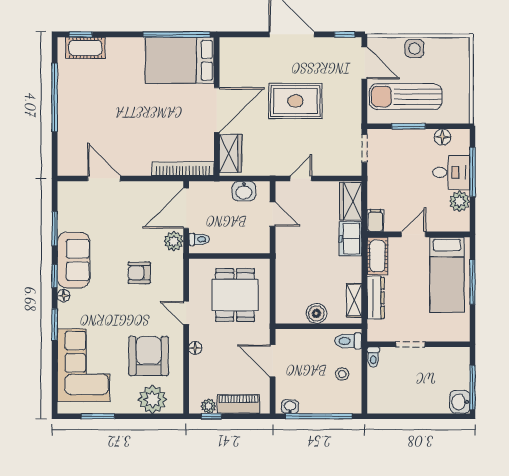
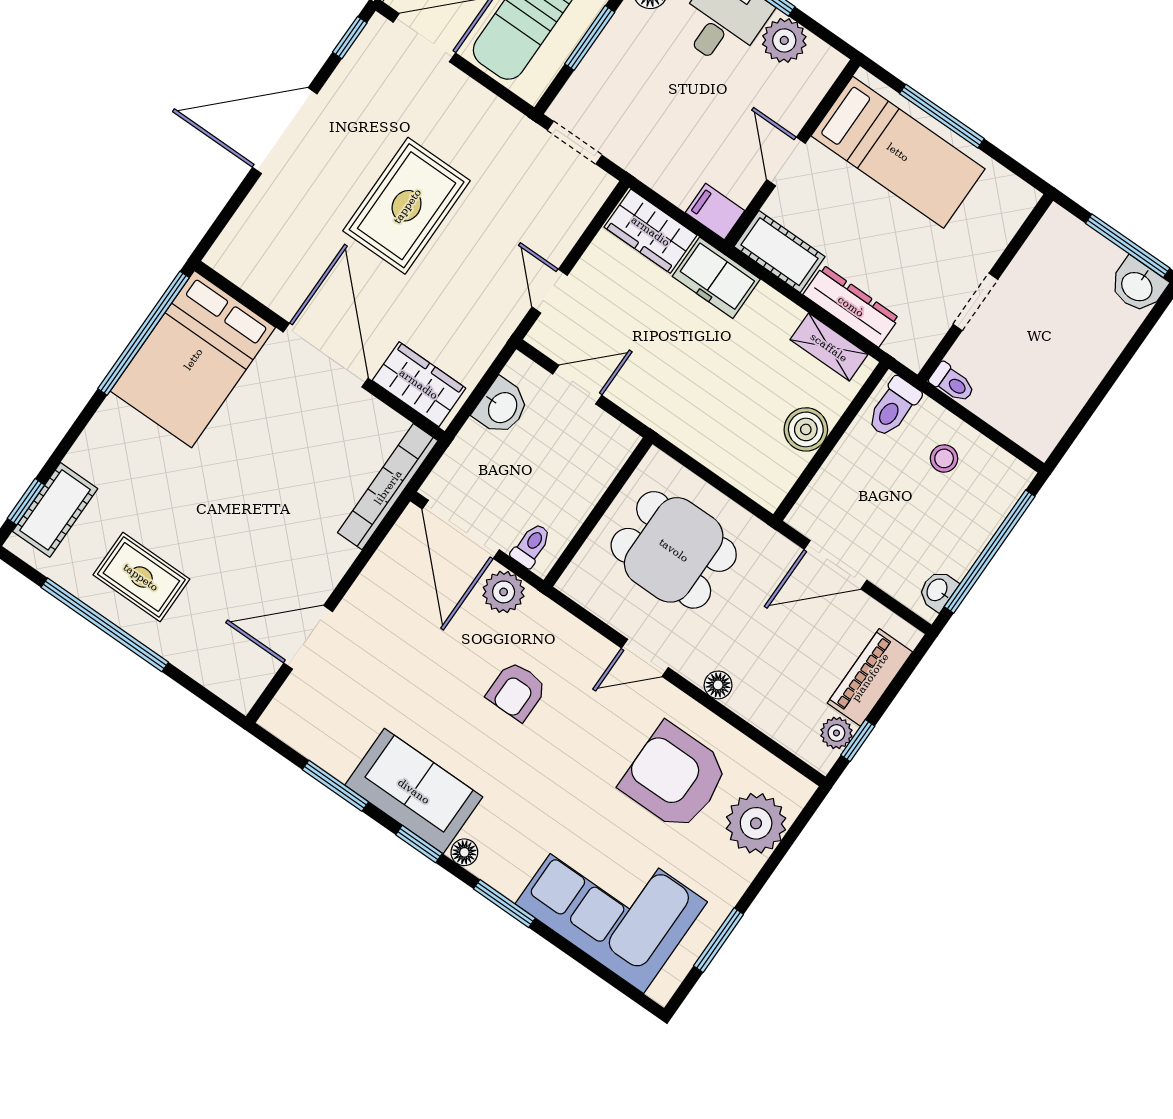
rug: (83, 99) -> (141, 577), added

